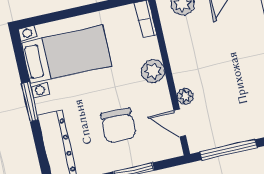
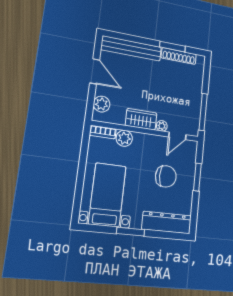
wardrobe: (183, 64) -> (141, 119), added
plant: (153, 71) -> (124, 138), moved

